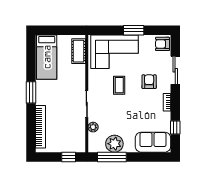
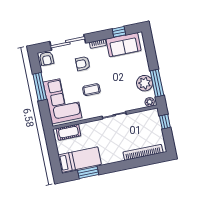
window: (134, 30) -> (40, 87), width x1.44
sliding door: (175, 70) -> (68, 42), width x1.37
window: (31, 92) -> (88, 172), moved
plant: (93, 127) -> (150, 102), moved
sofa: (153, 142) -> (123, 45), moved, turned -90

